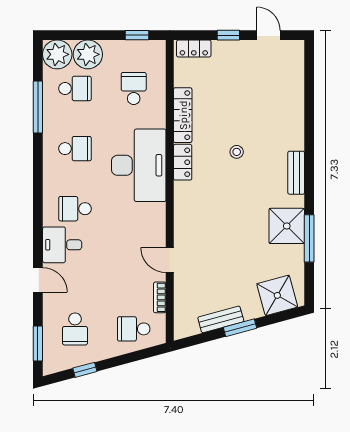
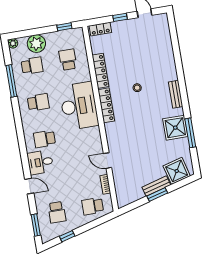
plant: (57, 54) -> (13, 43), width x0.53, depth x0.53
locker: (183, 162) -> (106, 105), width x1.53
bench: (221, 319) -> (156, 186), moved

